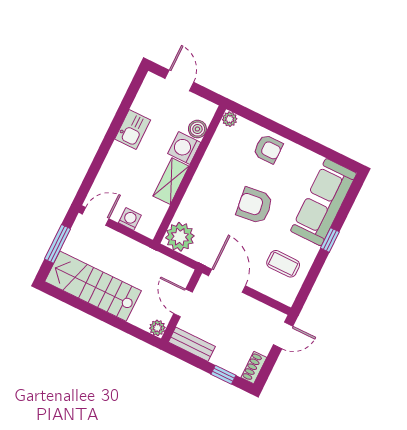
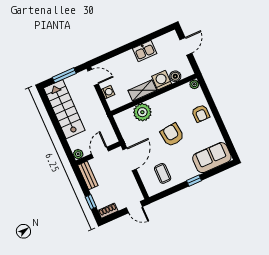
sofa: (324, 202) -> (212, 158), width x0.73
plant: (180, 237) -> (142, 112), moved

